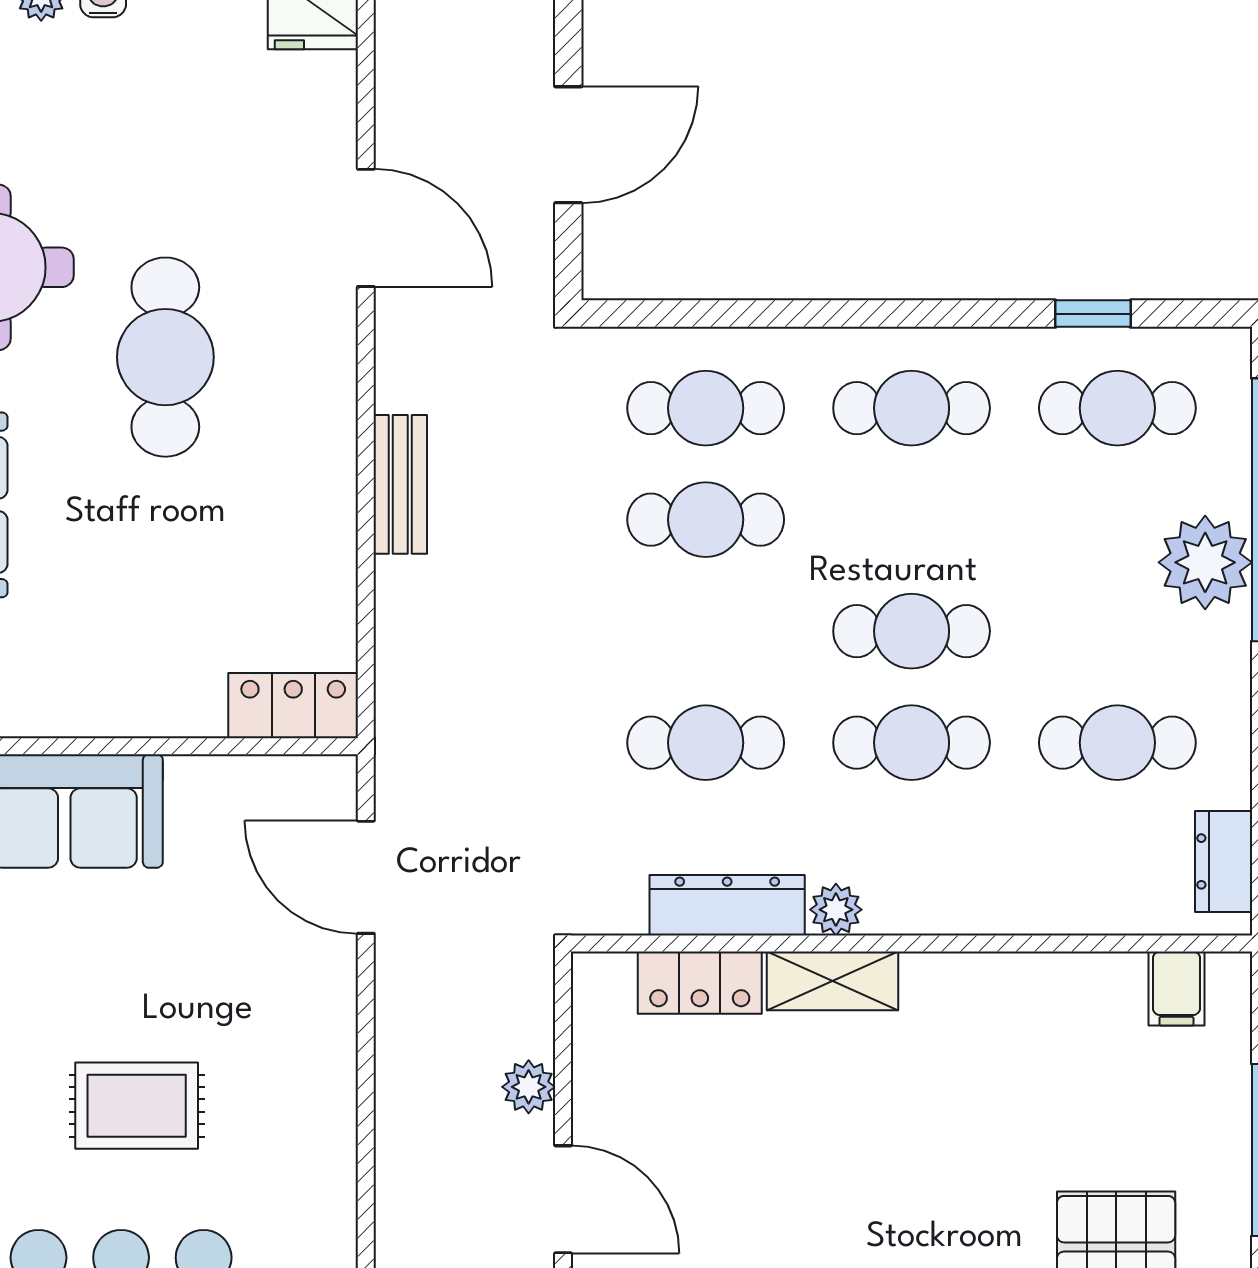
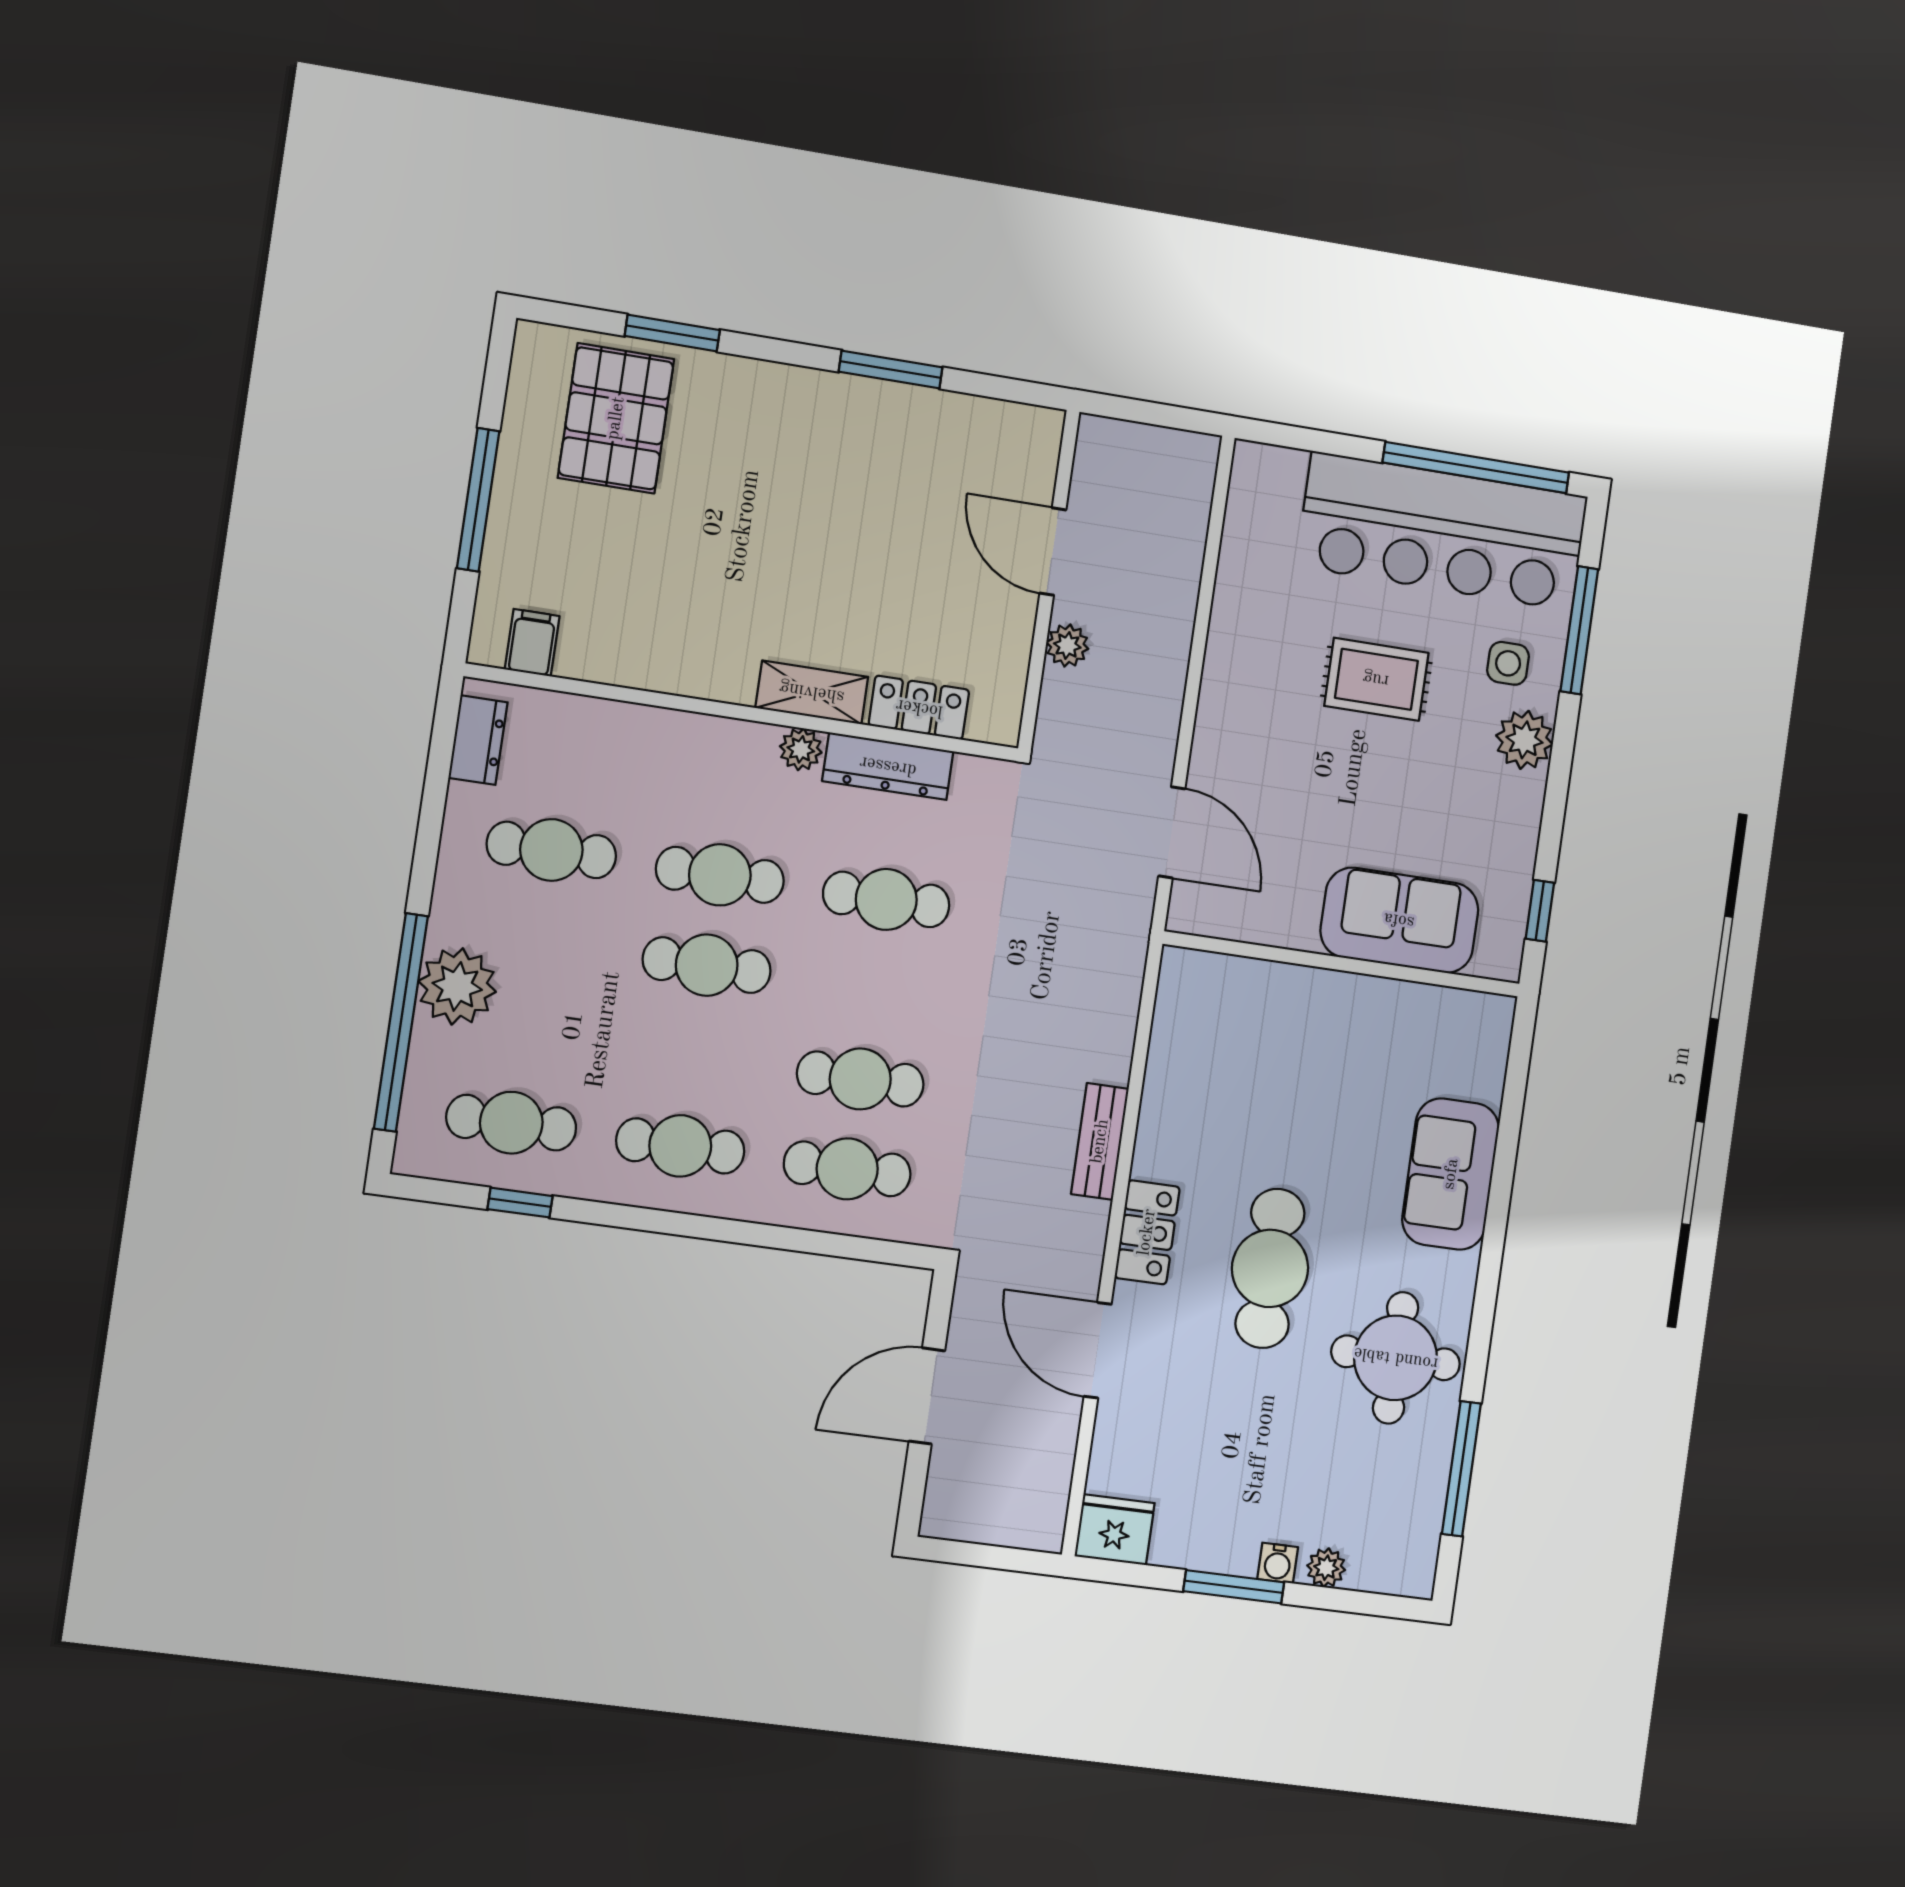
locker: (293, 706) -> (1147, 1232), moved, turned -90

